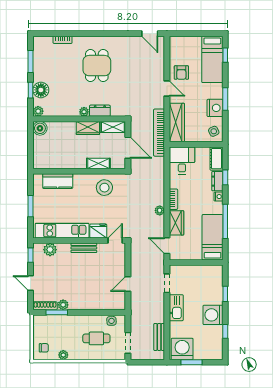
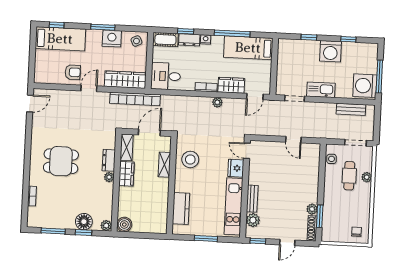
bench: (84, 248) -> (252, 199), moved
plant: (63, 355) -> (367, 177), moved
window: (191, 362) -> (379, 77), width x1.44

